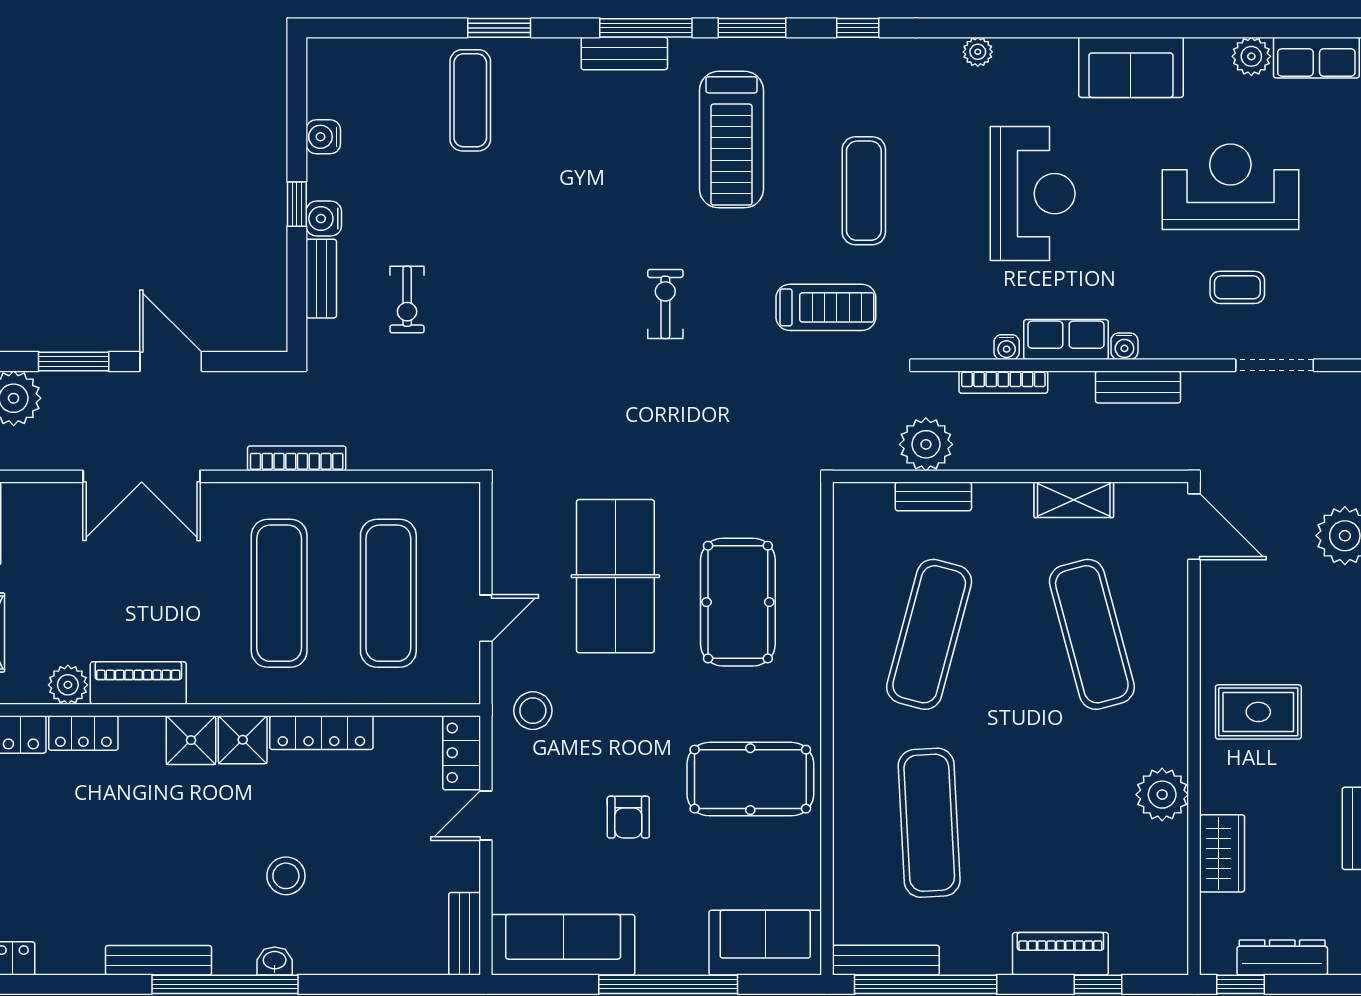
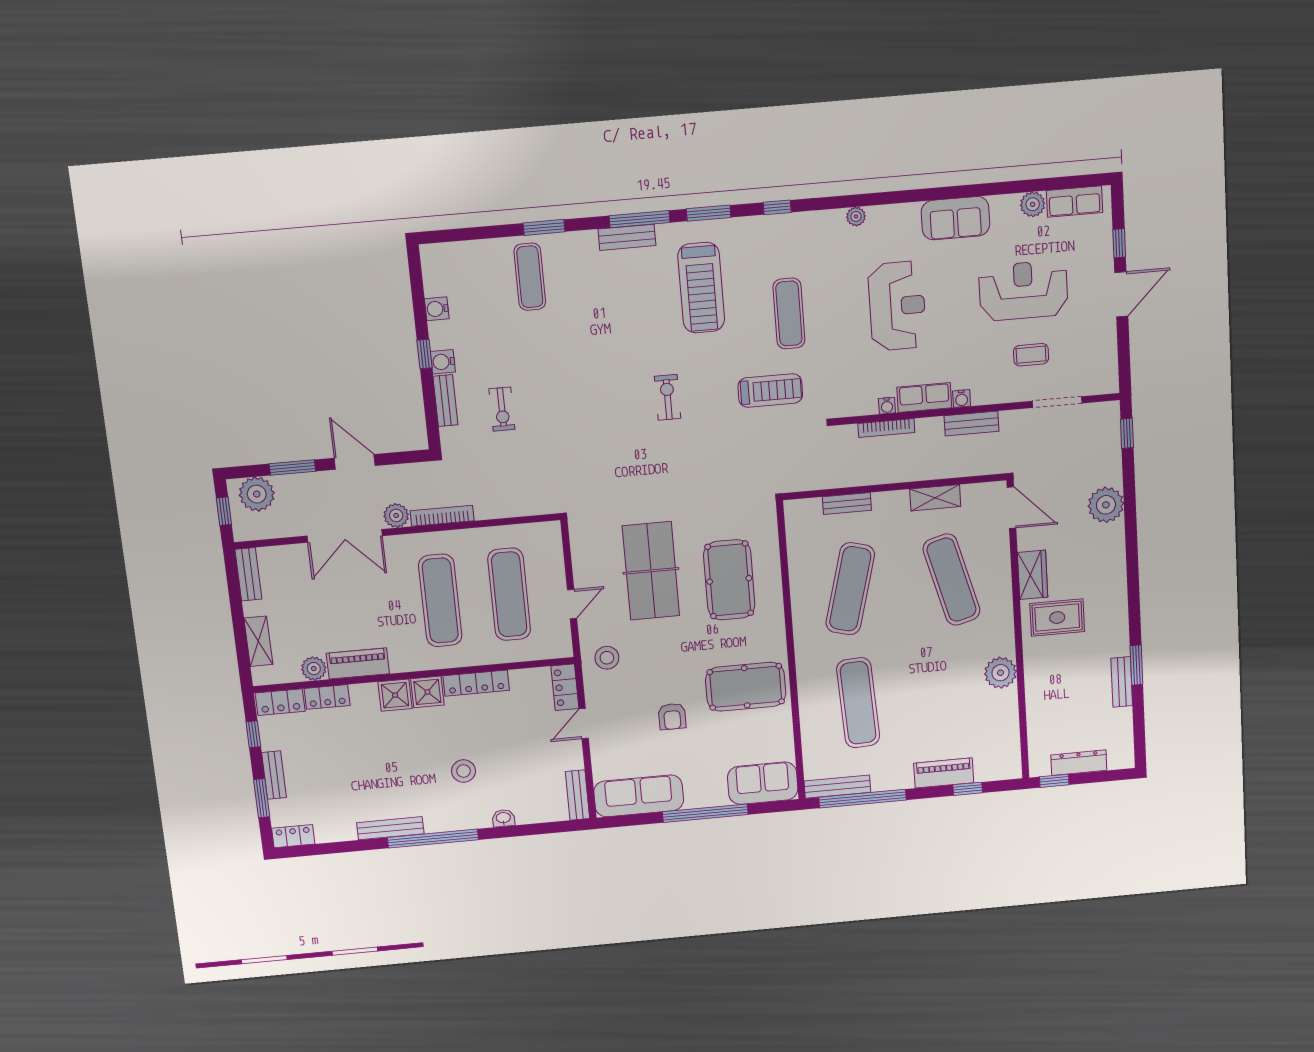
plant: (926, 444) -> (396, 515), moved, width x0.73, depth x0.73
wardrobe: (1222, 853) -> (1033, 575), moved
washbasin: (275, 961) -> (503, 818), moved

